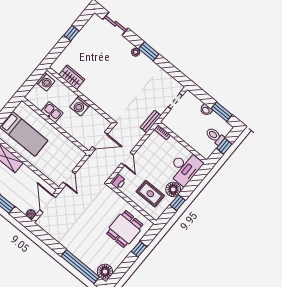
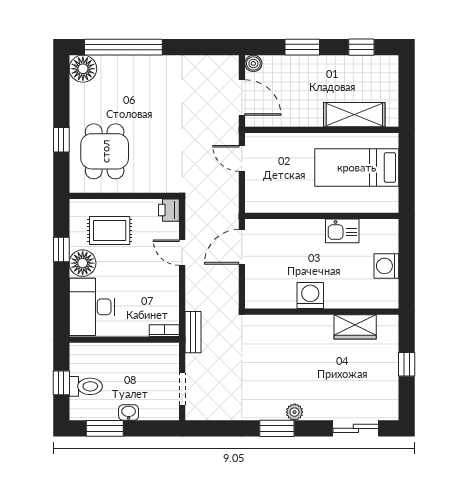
wardrobe: (72, 77) -> (355, 327), moved
wall: (81, 95) -> (322, 312), moved
washing machine: (80, 106) -> (310, 295), moved

